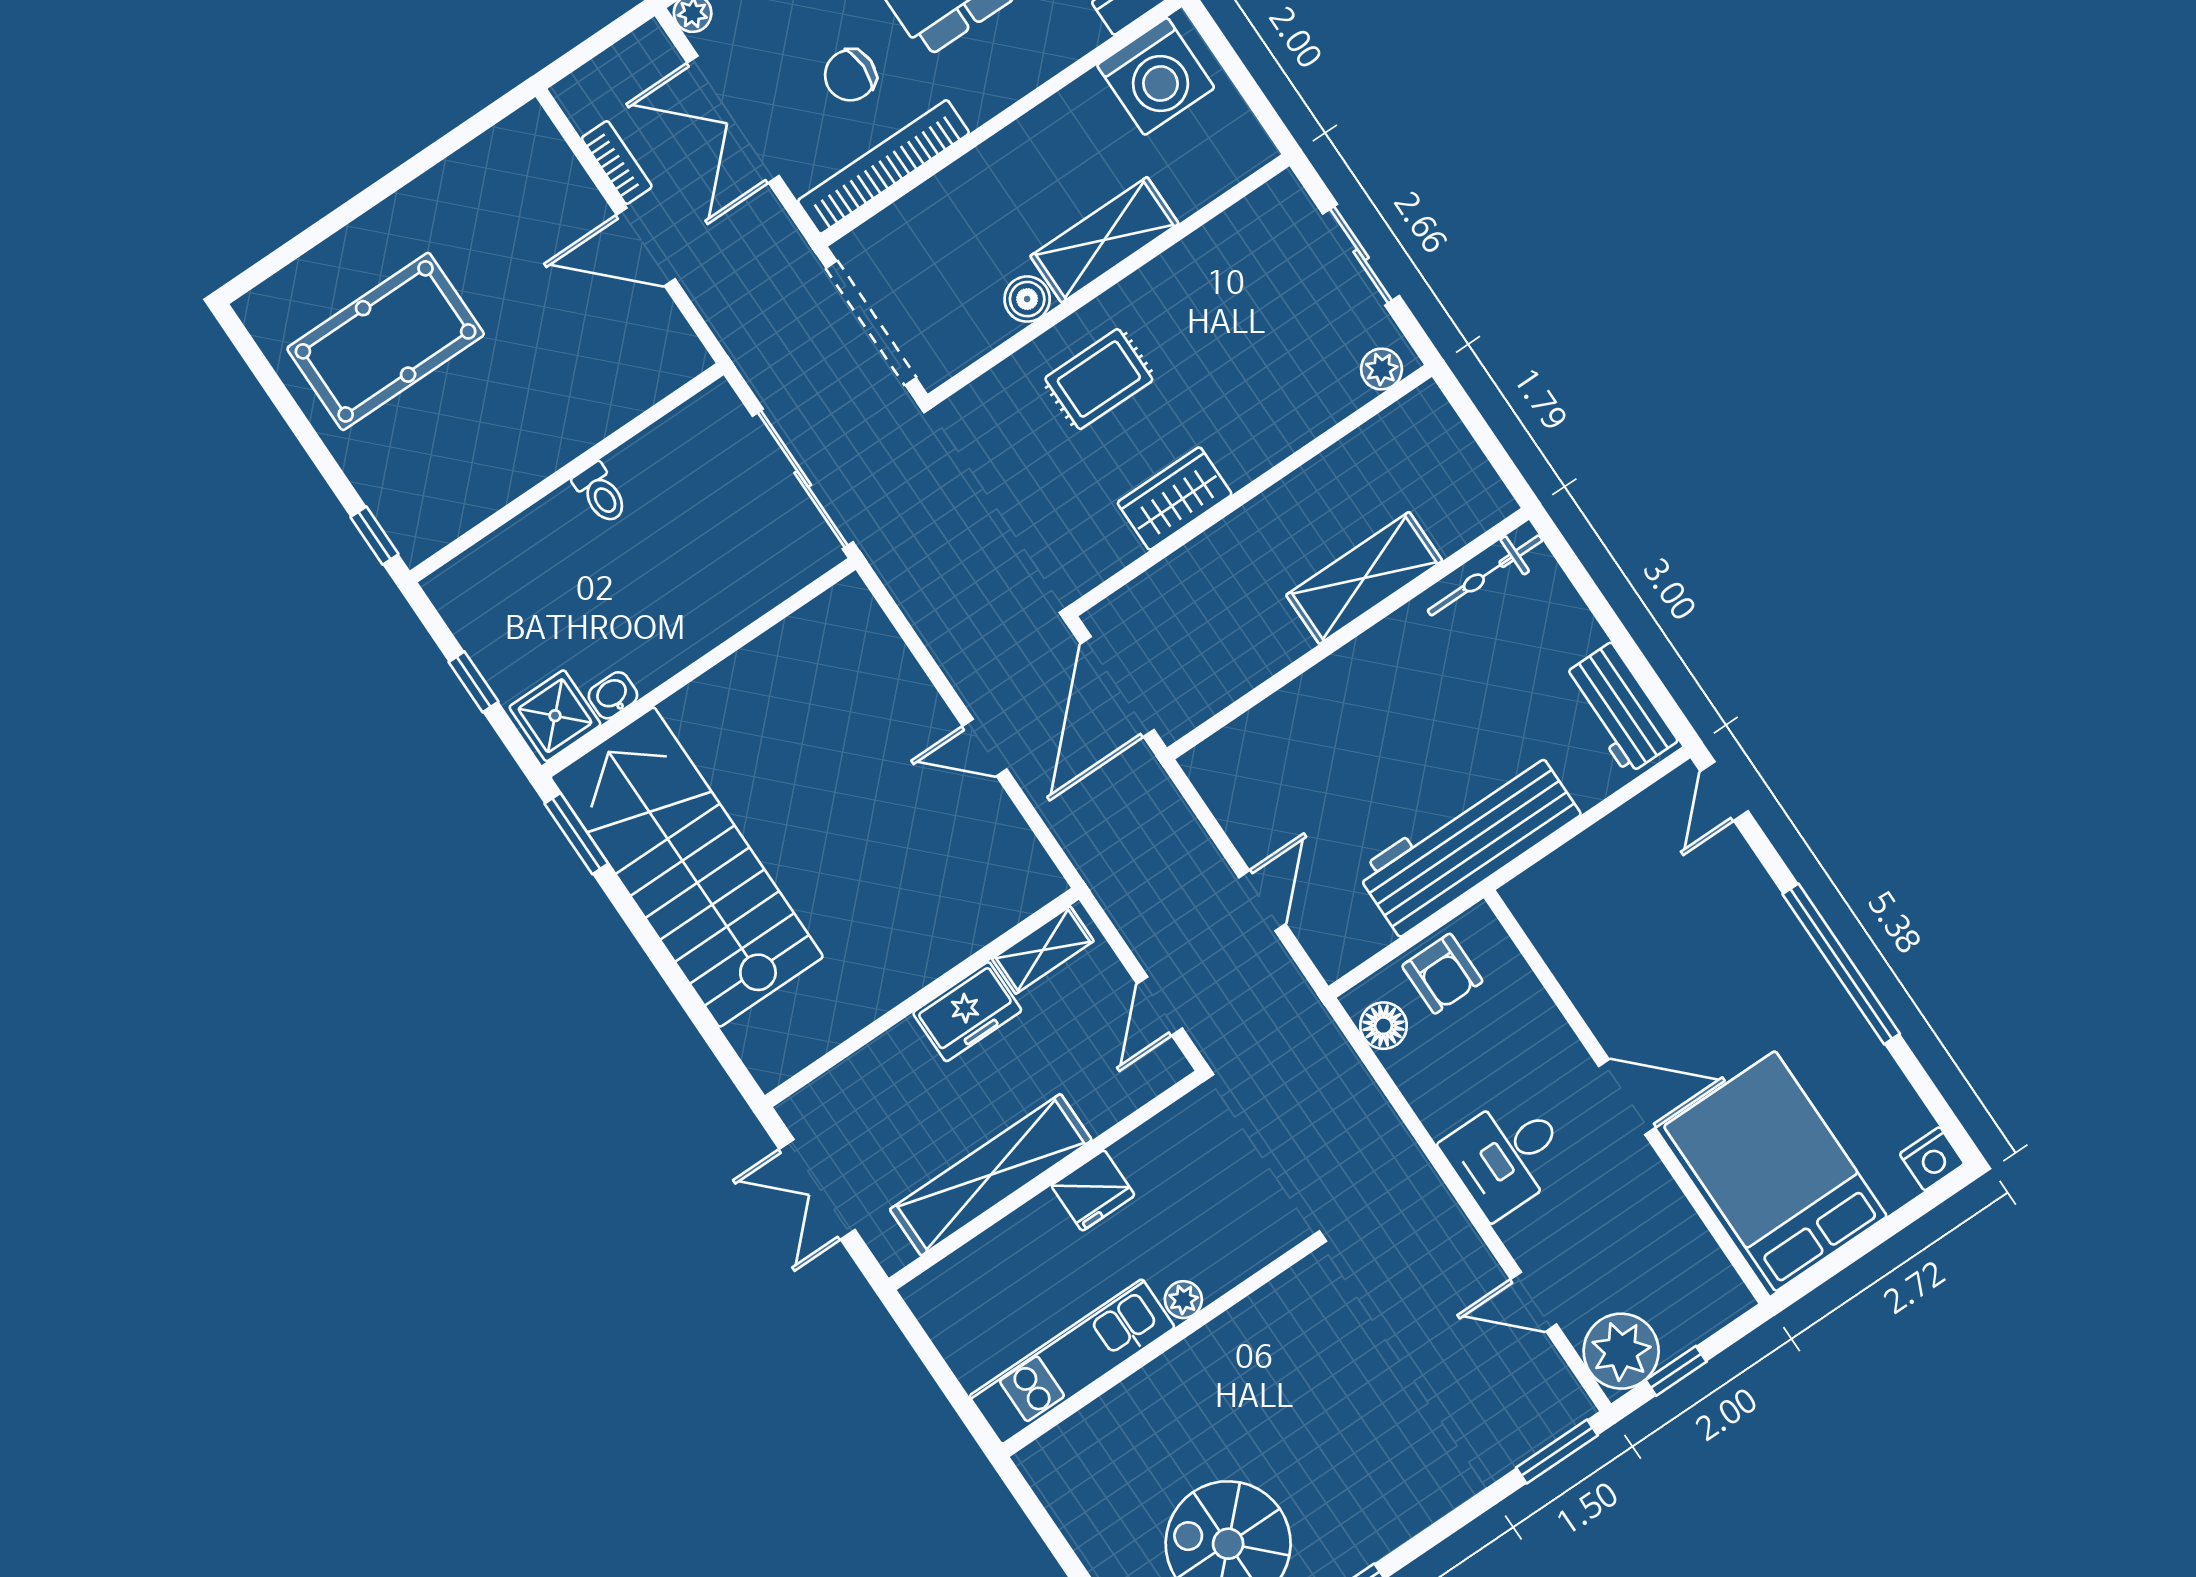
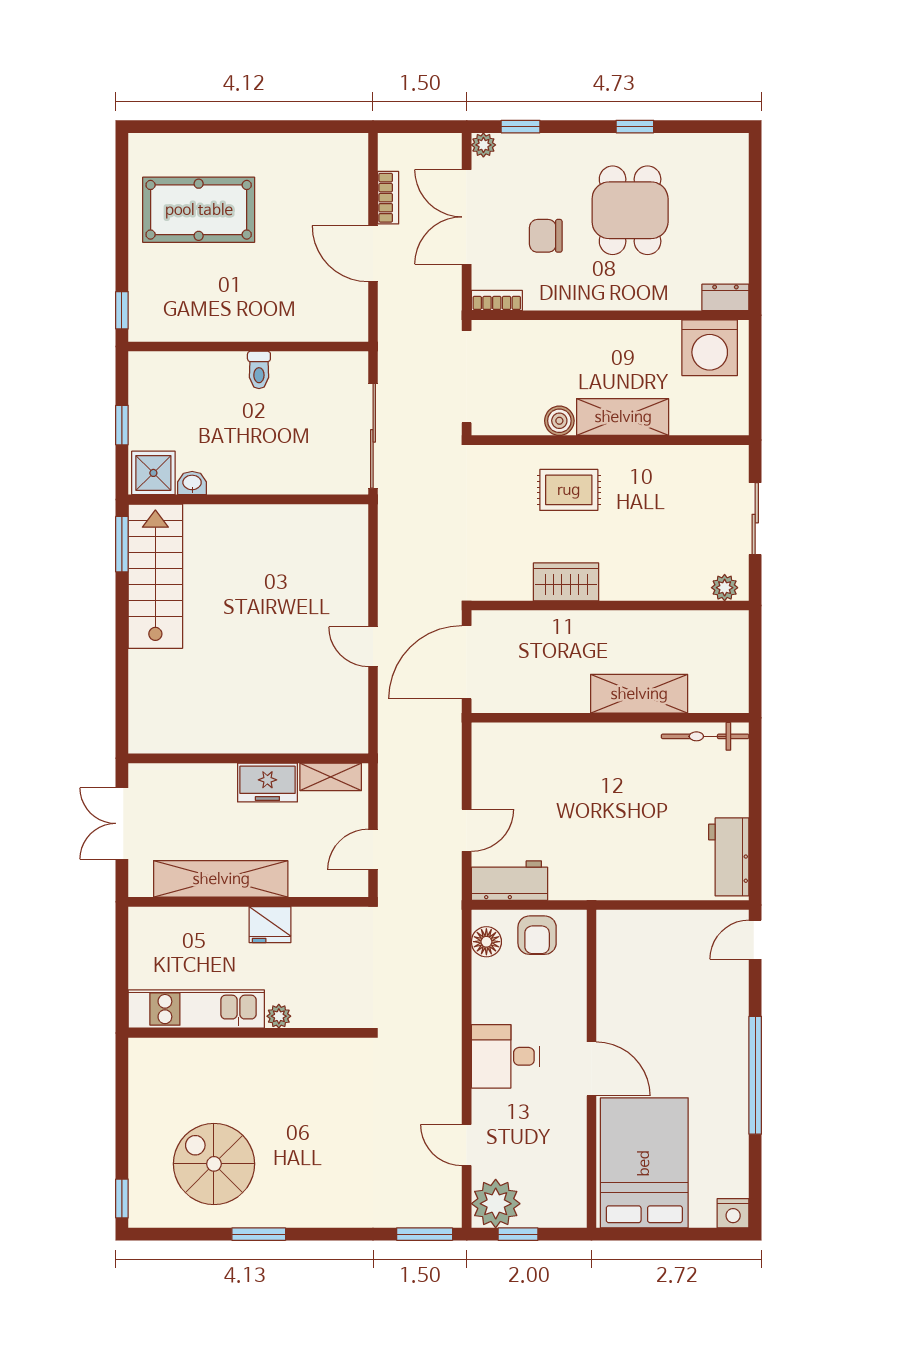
bookcase: (883, 167) -> (497, 300), width x0.43, depth x0.76
workbench: (1468, 843) -> (509, 881), moved, width x0.53, depth x0.76
stairs: (687, 867) -> (155, 576), width x0.73, depth x0.66

